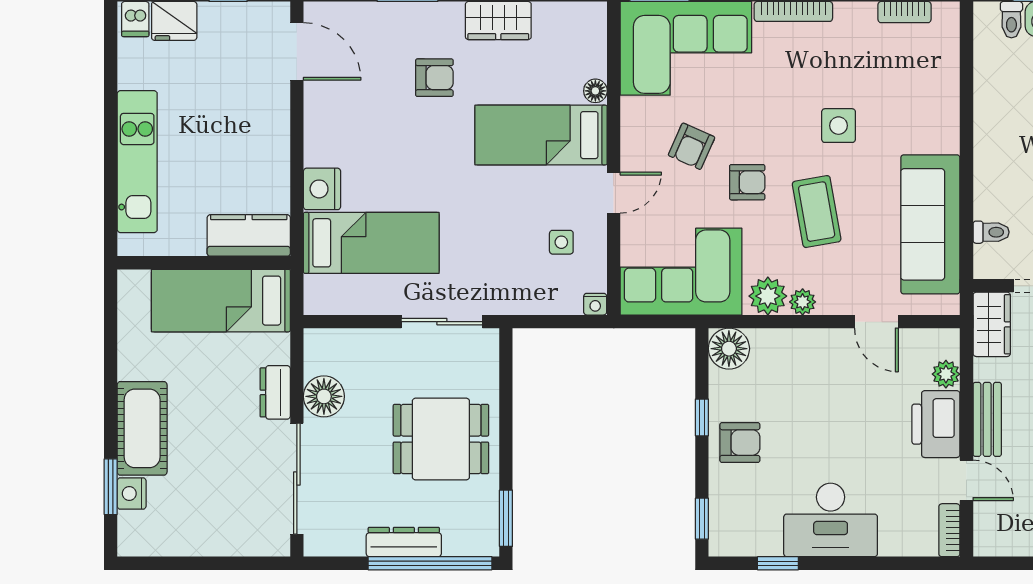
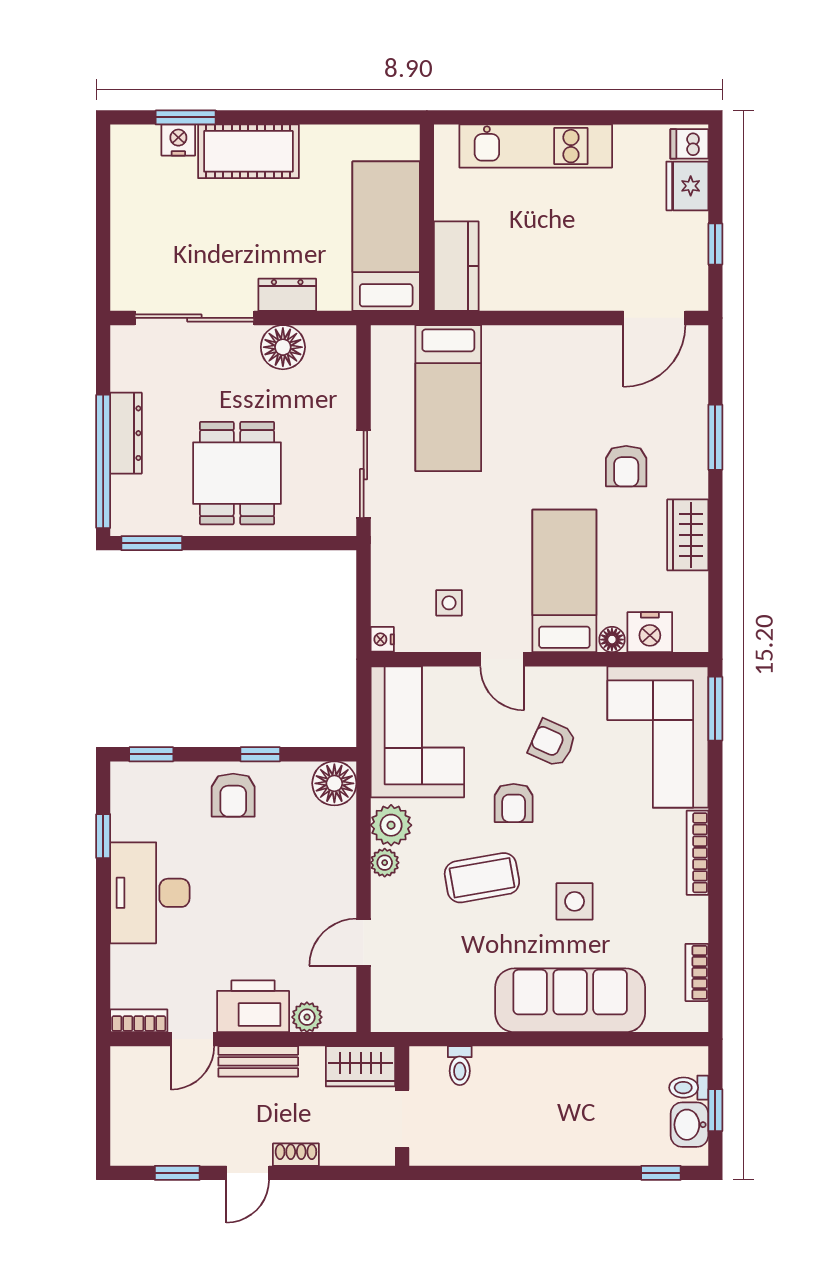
nightstand: (322, 189) -> (650, 632), moved, turned 180
sofa: (930, 224) -> (570, 1000), moved

